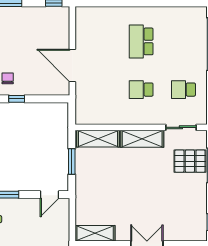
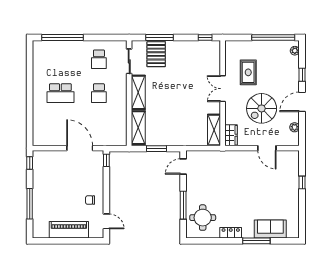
door: (72, 66) -> (80, 148), swing flipped
window: (17, 99) -> (106, 160), moved
door: (50, 195) -> (183, 166), swing flipped

